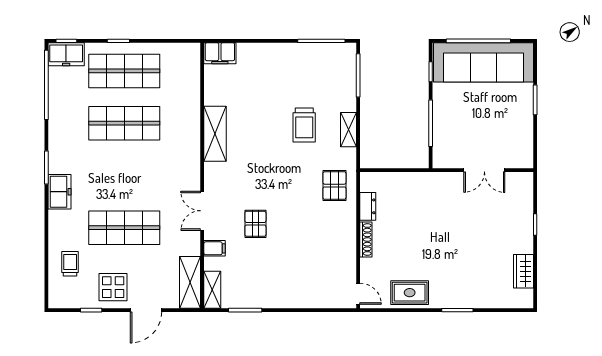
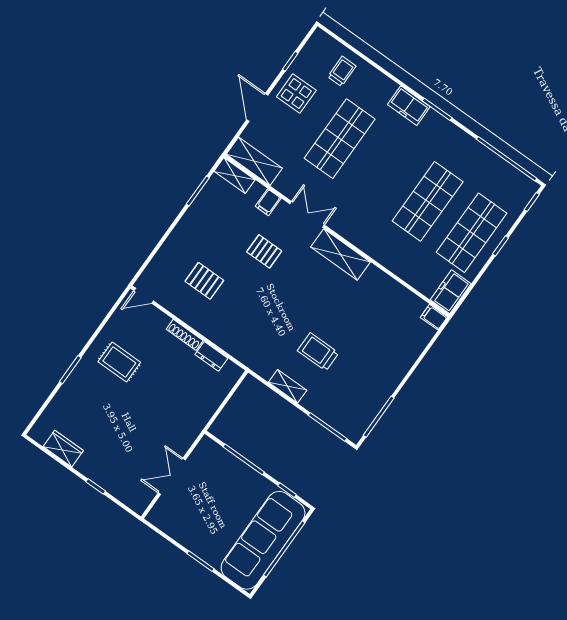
filing cabinet: (220, 53) -> (434, 317), width x0.50
freezer: (66, 54) -> (451, 292), moved
shelving: (215, 134) -> (341, 255), moved
pallet: (334, 186) -> (204, 281), moved
trolley: (70, 264) -> (342, 71), turned -90
rug: (410, 293) -> (119, 362), moved, turned 90

